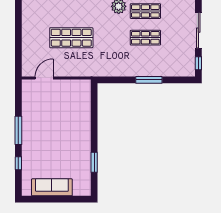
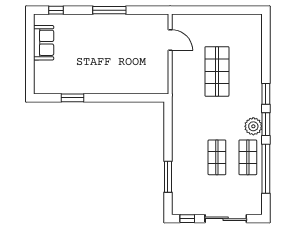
window: (149, 80) -> (168, 177), moved
window: (18, 163) -> (56, 10), moved
sofa: (52, 187) -> (44, 43), width x0.73

